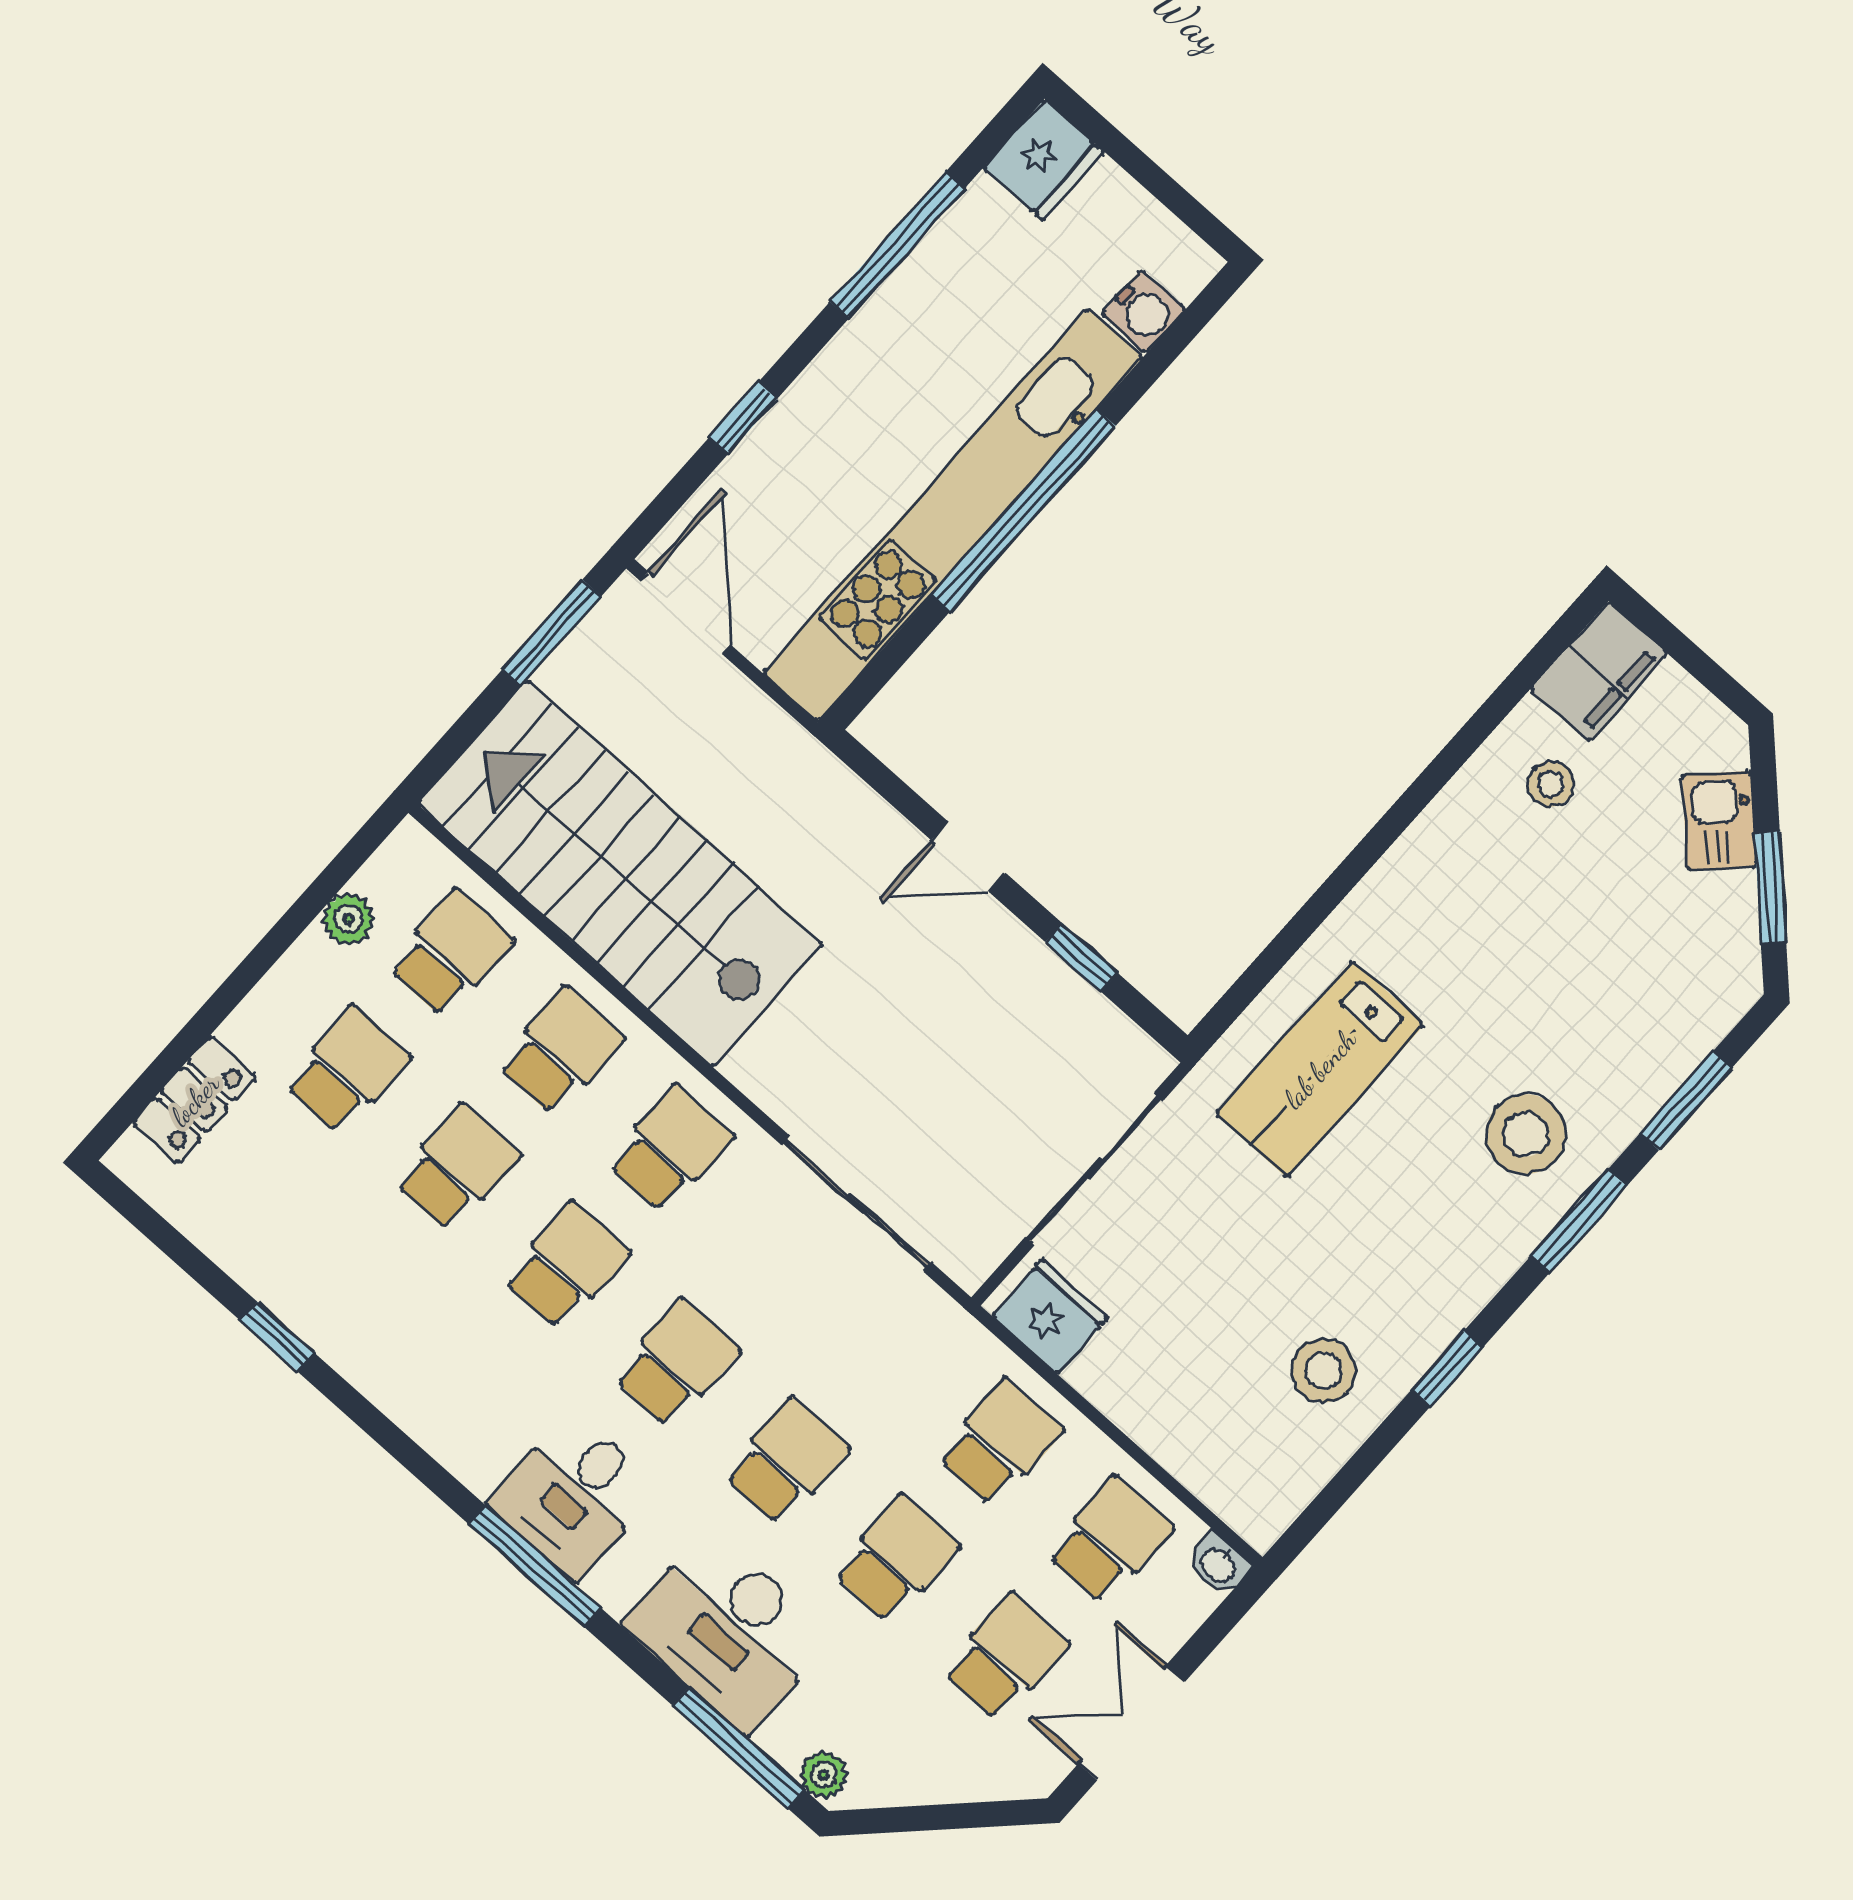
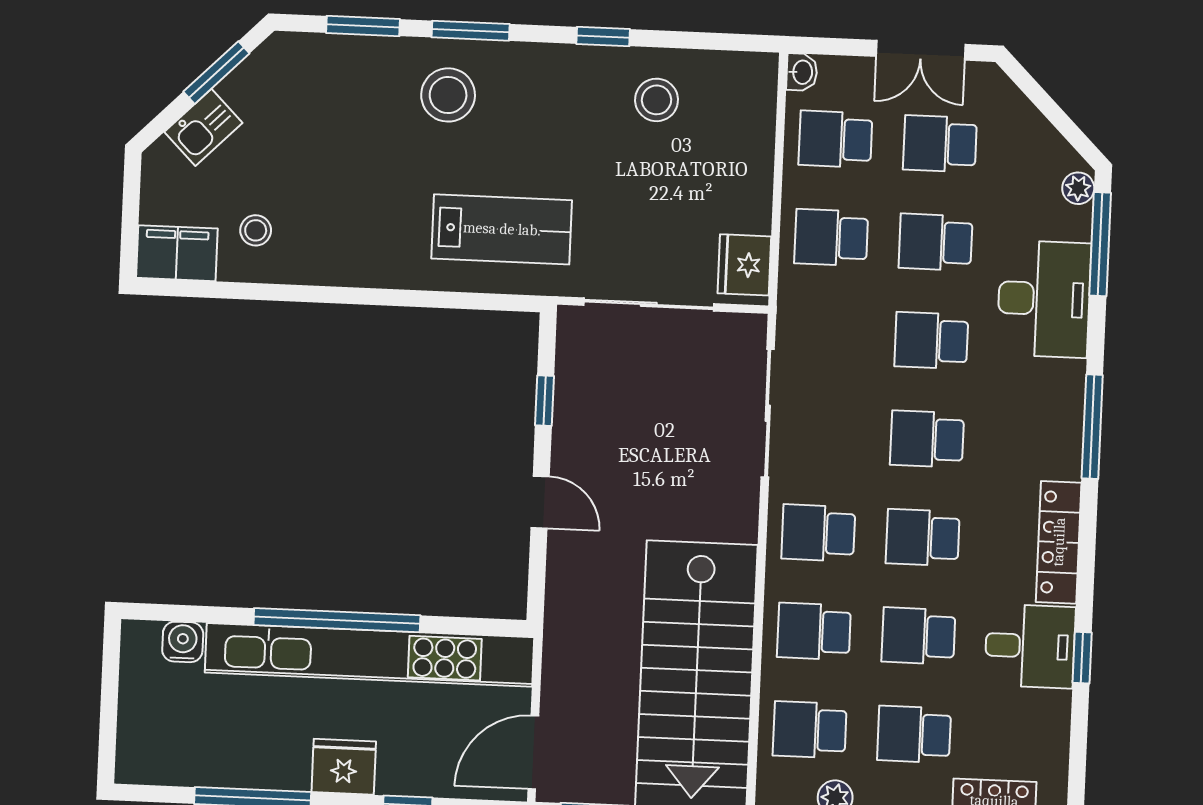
fridge: (1044, 160) -> (344, 767), moved
locker: (433, 1418) -> (1059, 542), added
desk: (573, 1495) -> (1030, 646), moved

